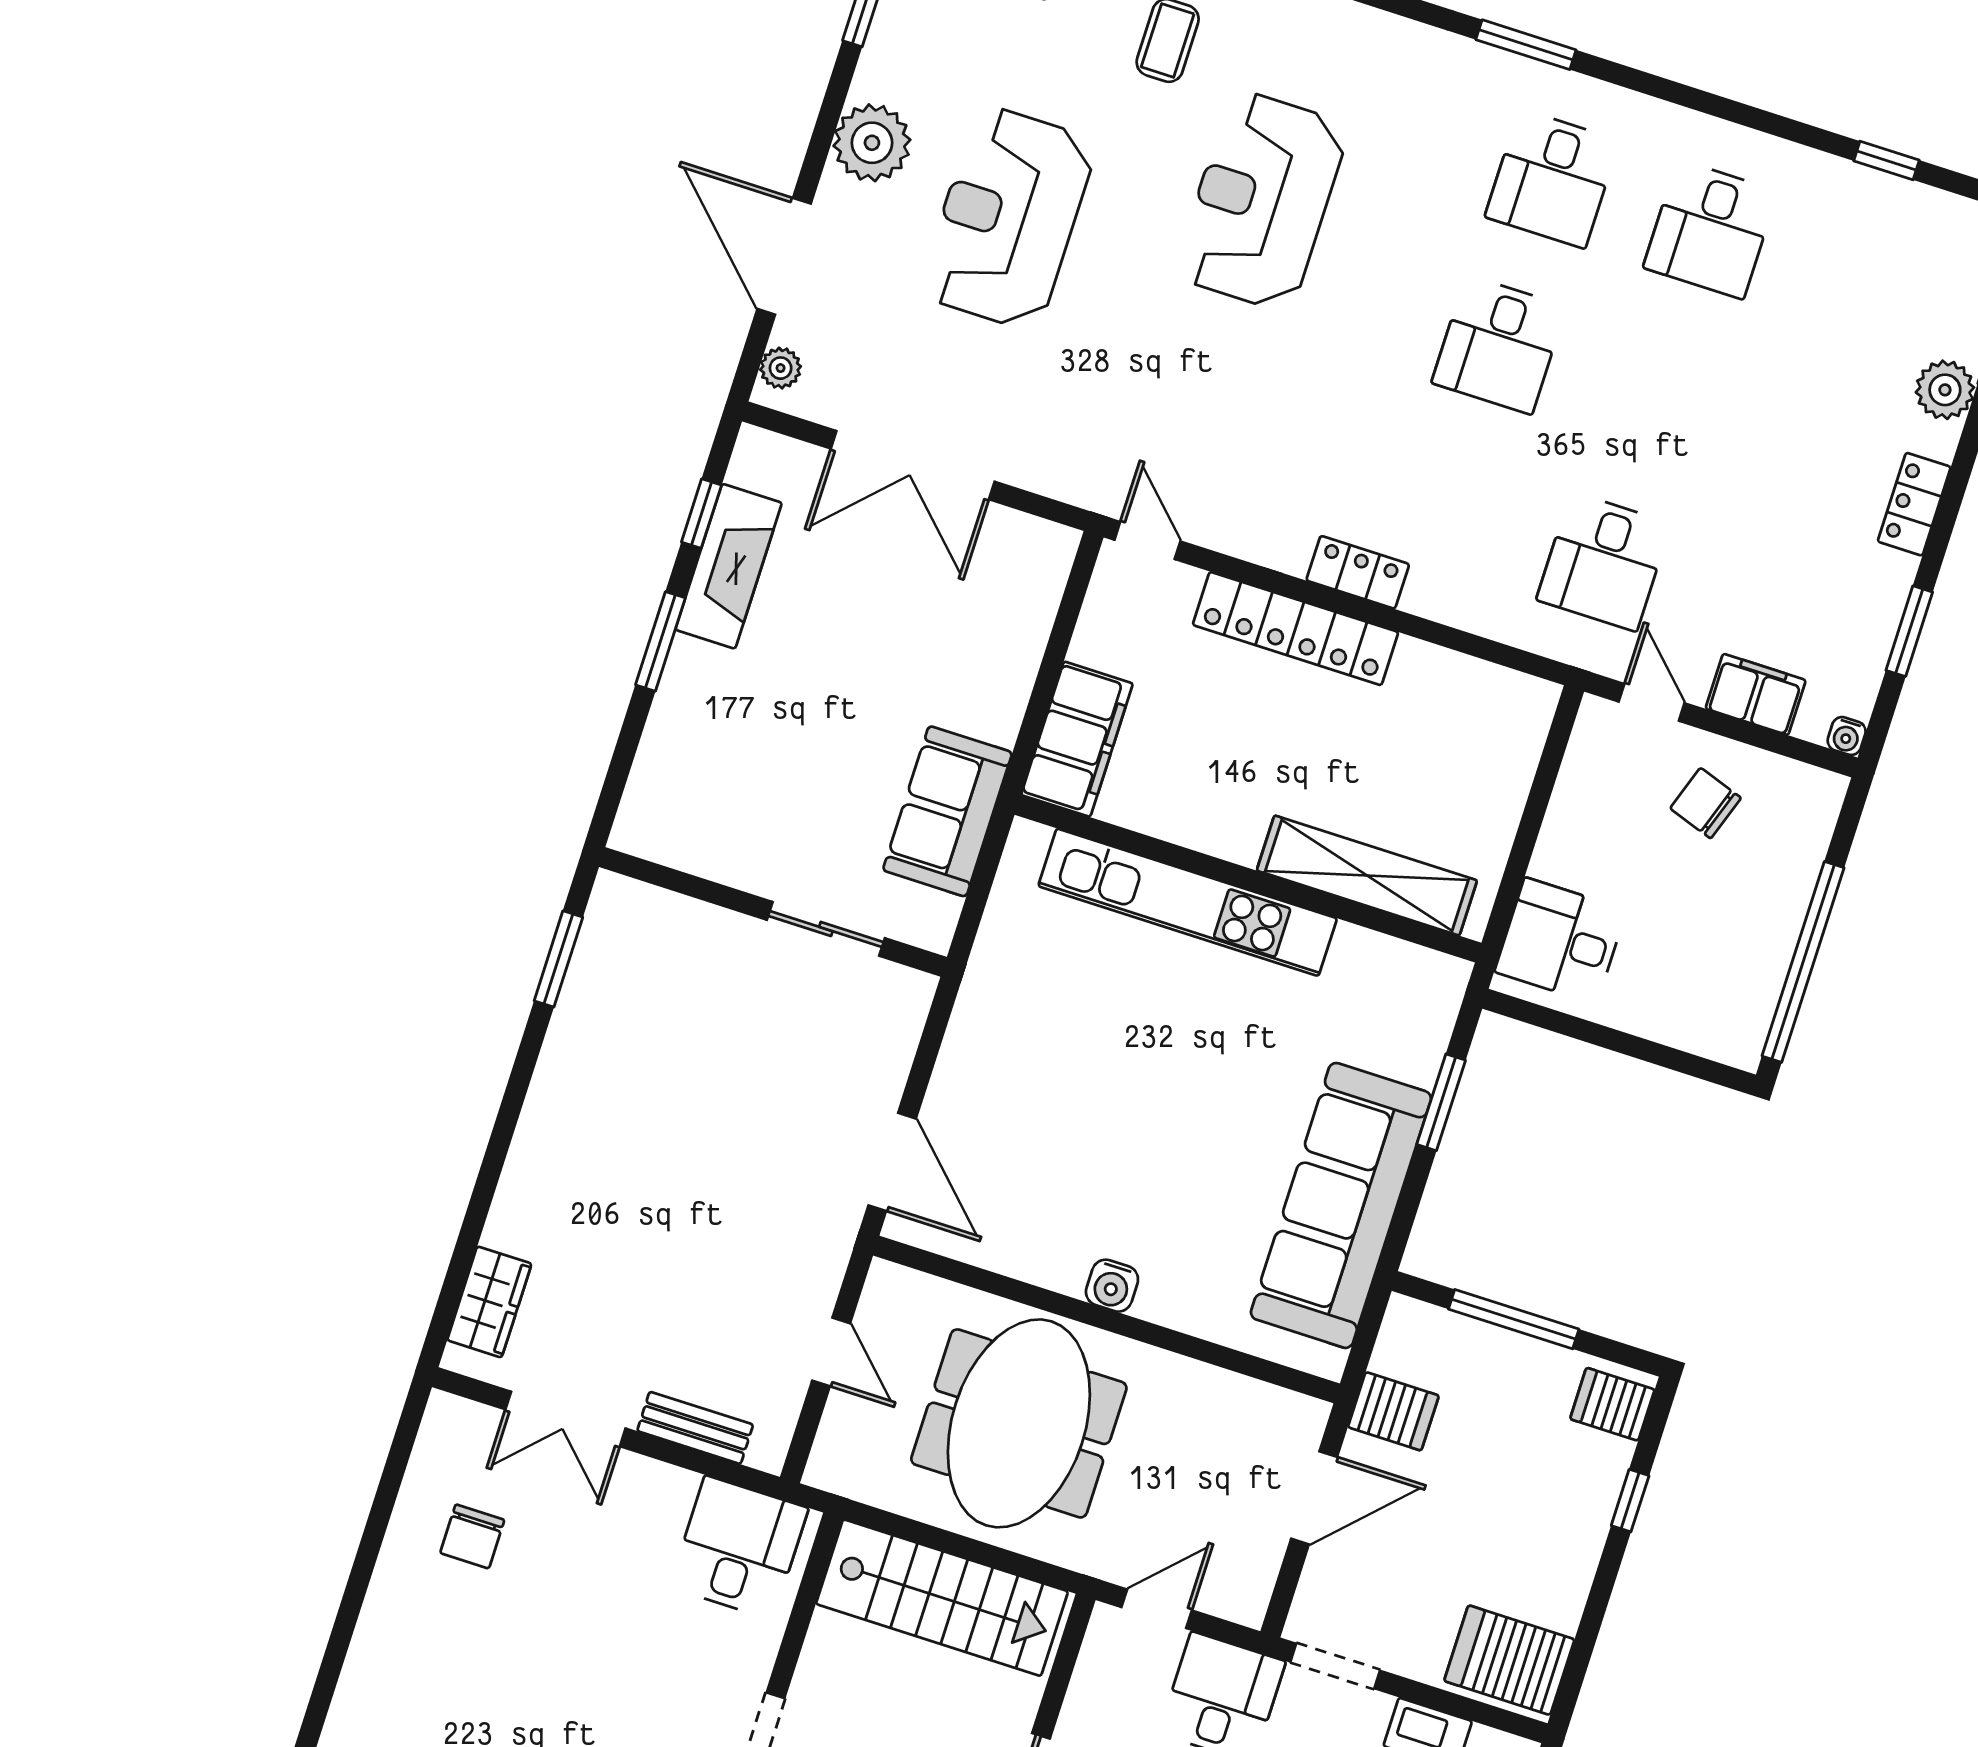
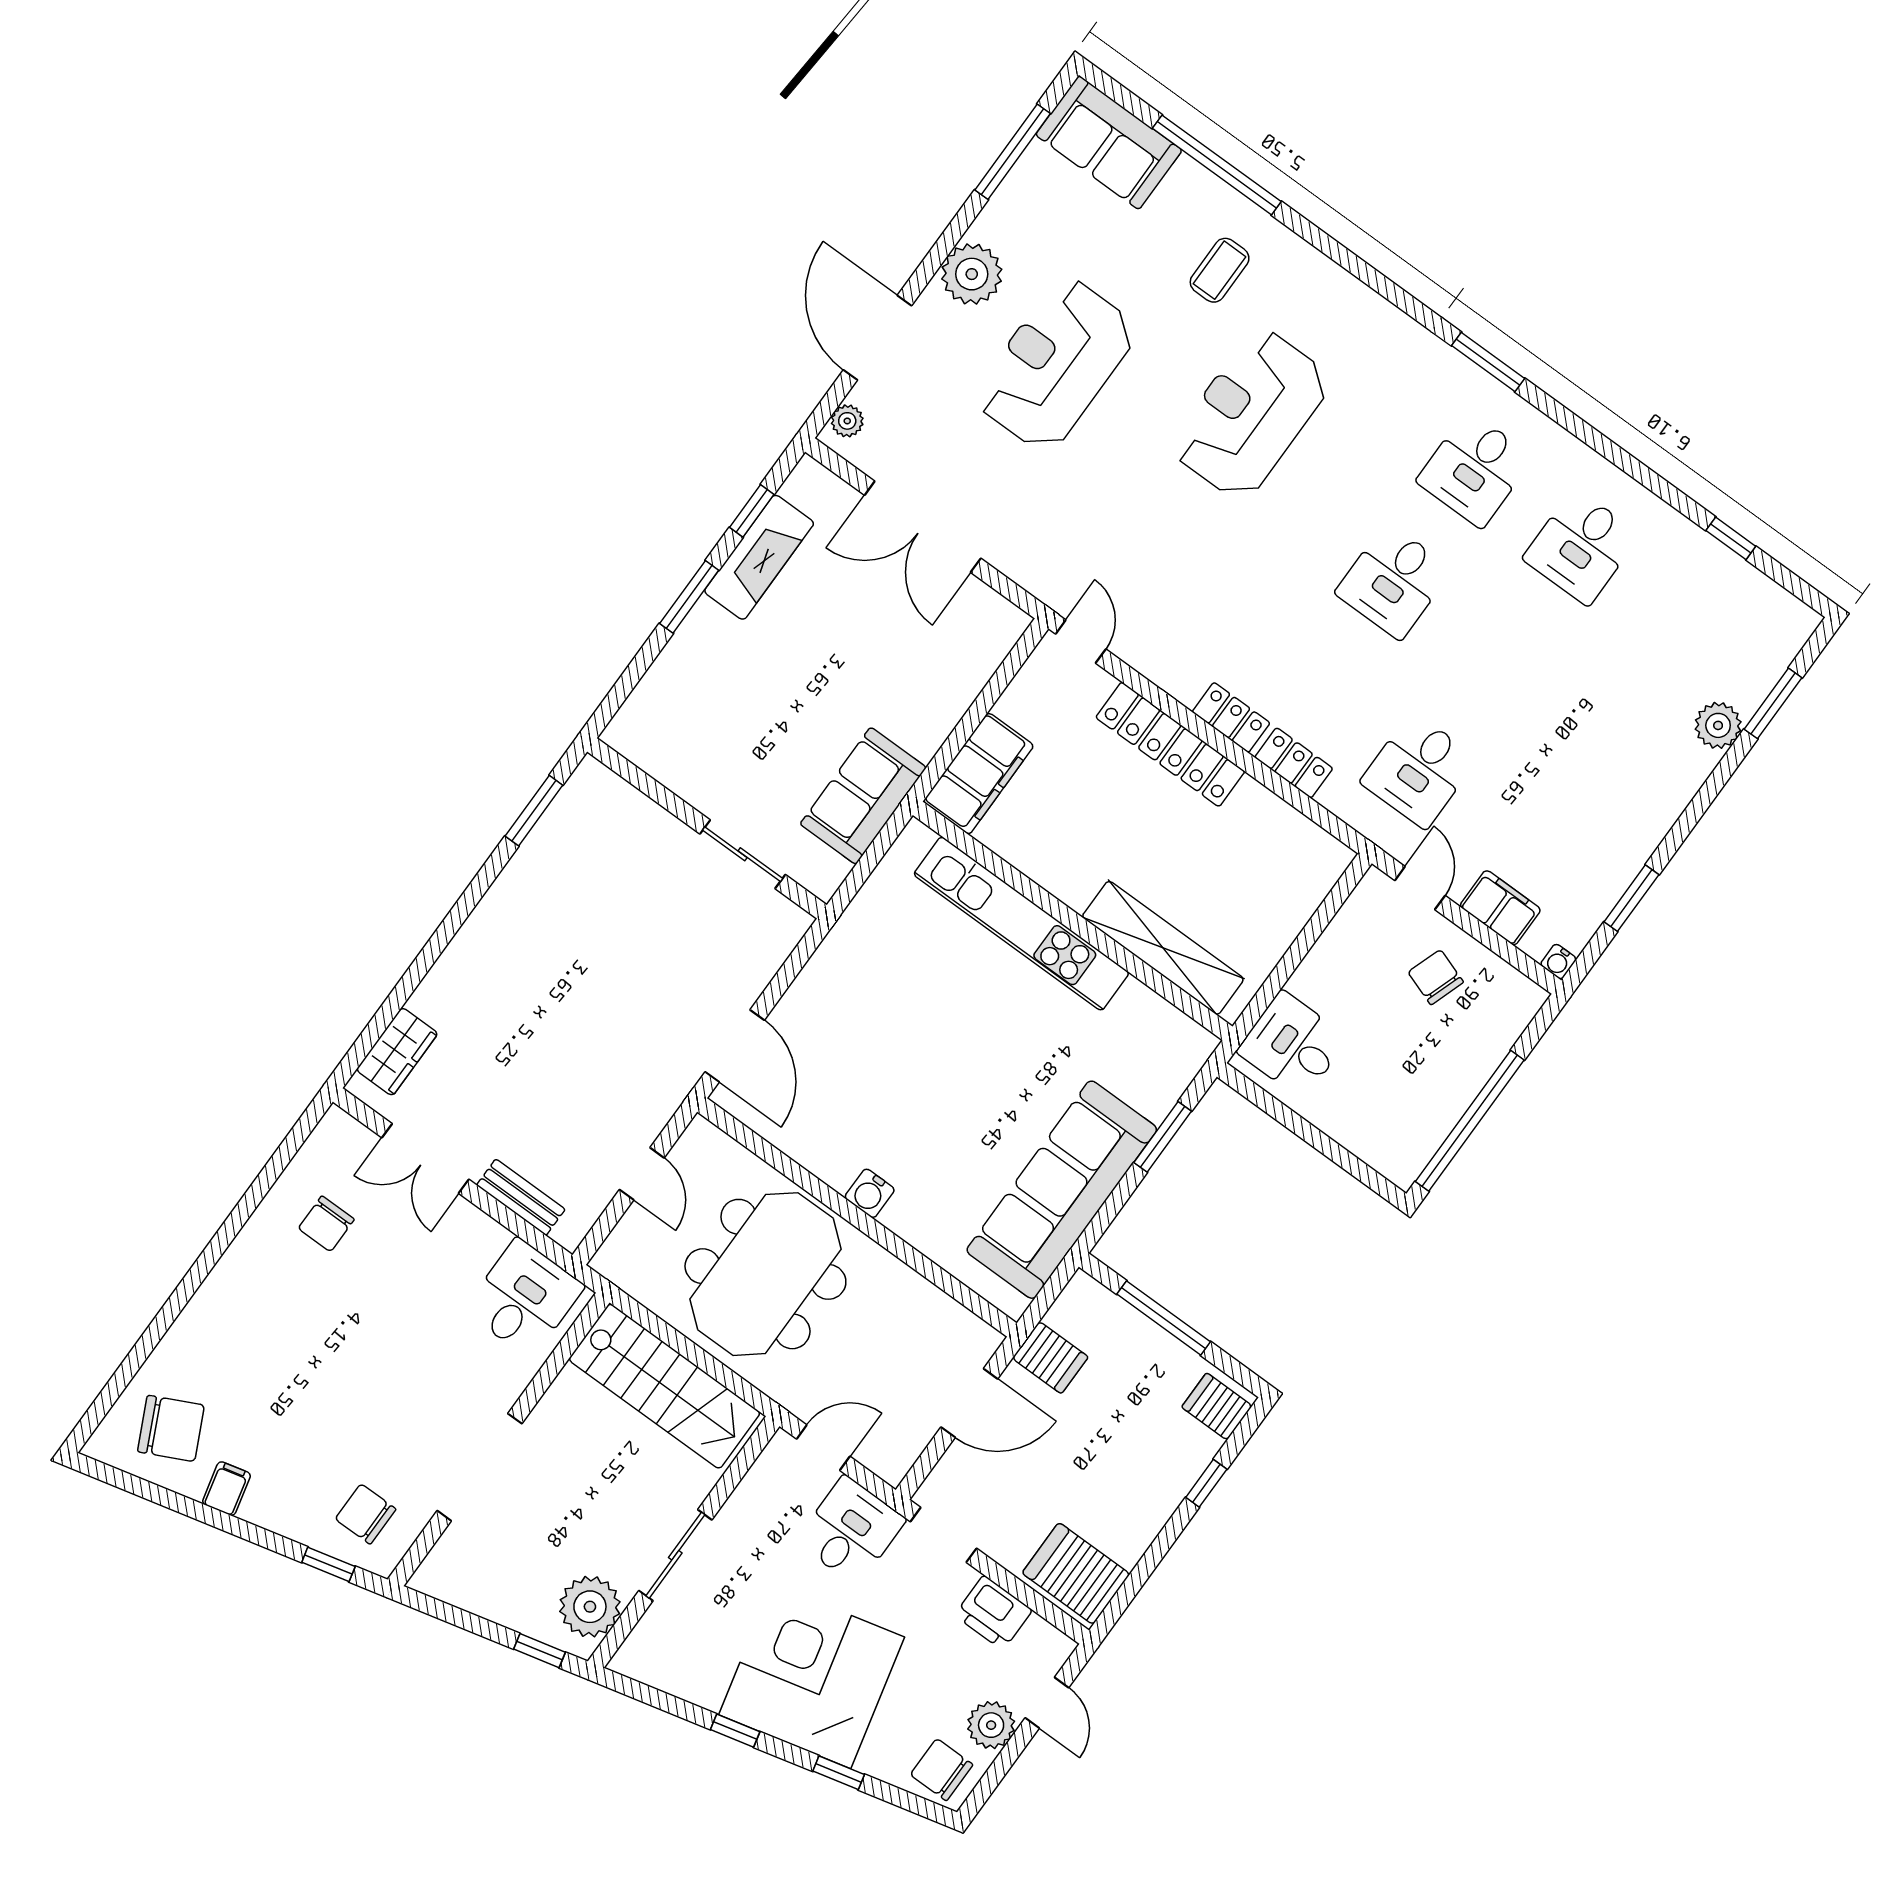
locker: (1914, 504) -> (1294, 763), moved, turned 90

